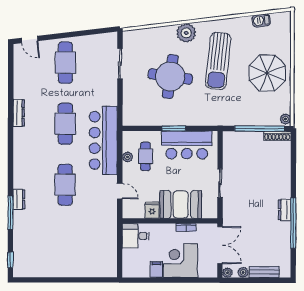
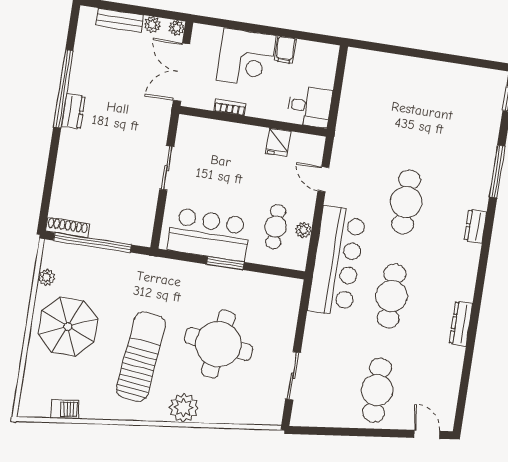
plant: (286, 119) -> (47, 277), moved
dresser: (19, 199) -> (476, 226), moved
booth: (181, 205) -> (232, 144), removed

